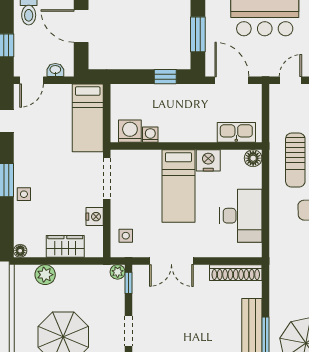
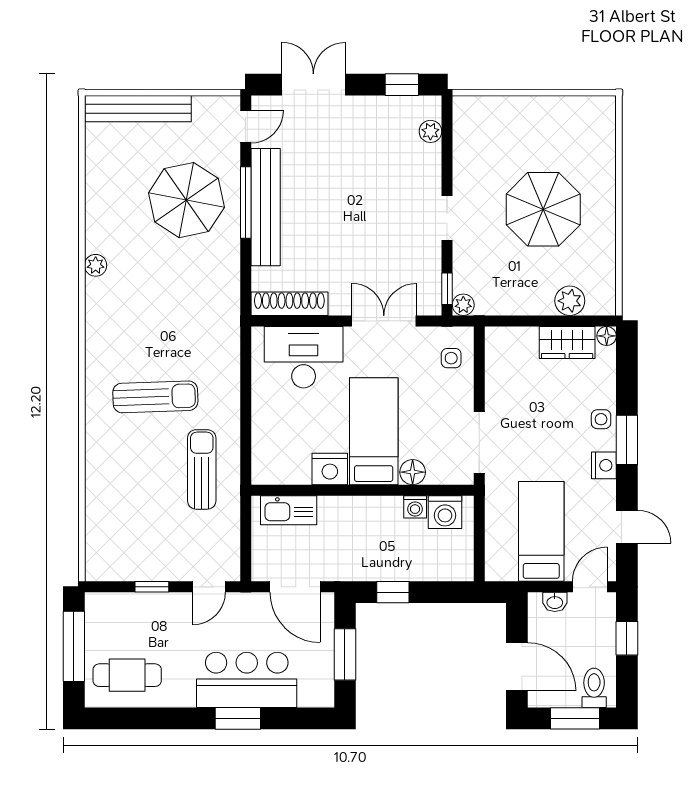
bed: (88, 118) -> (541, 531), moved
floor lamp: (253, 158) -> (413, 472), moved
desk: (241, 216) -> (304, 357), moved, turned 90
nightstand: (95, 217) -> (604, 465), moved, turned 180
wardrobe: (65, 246) -> (567, 342), moved

